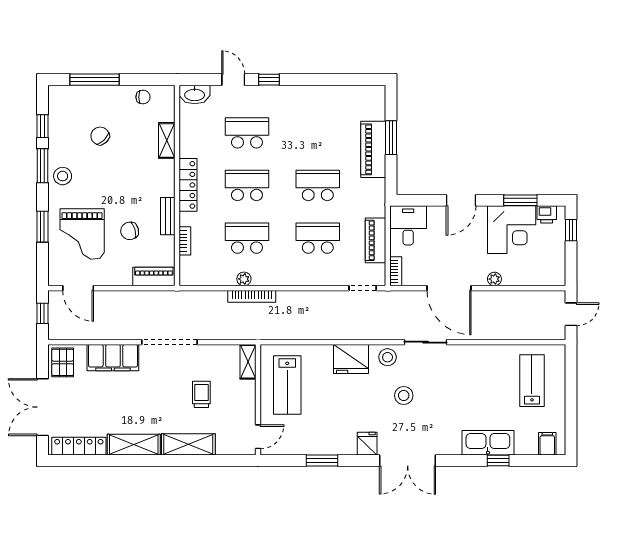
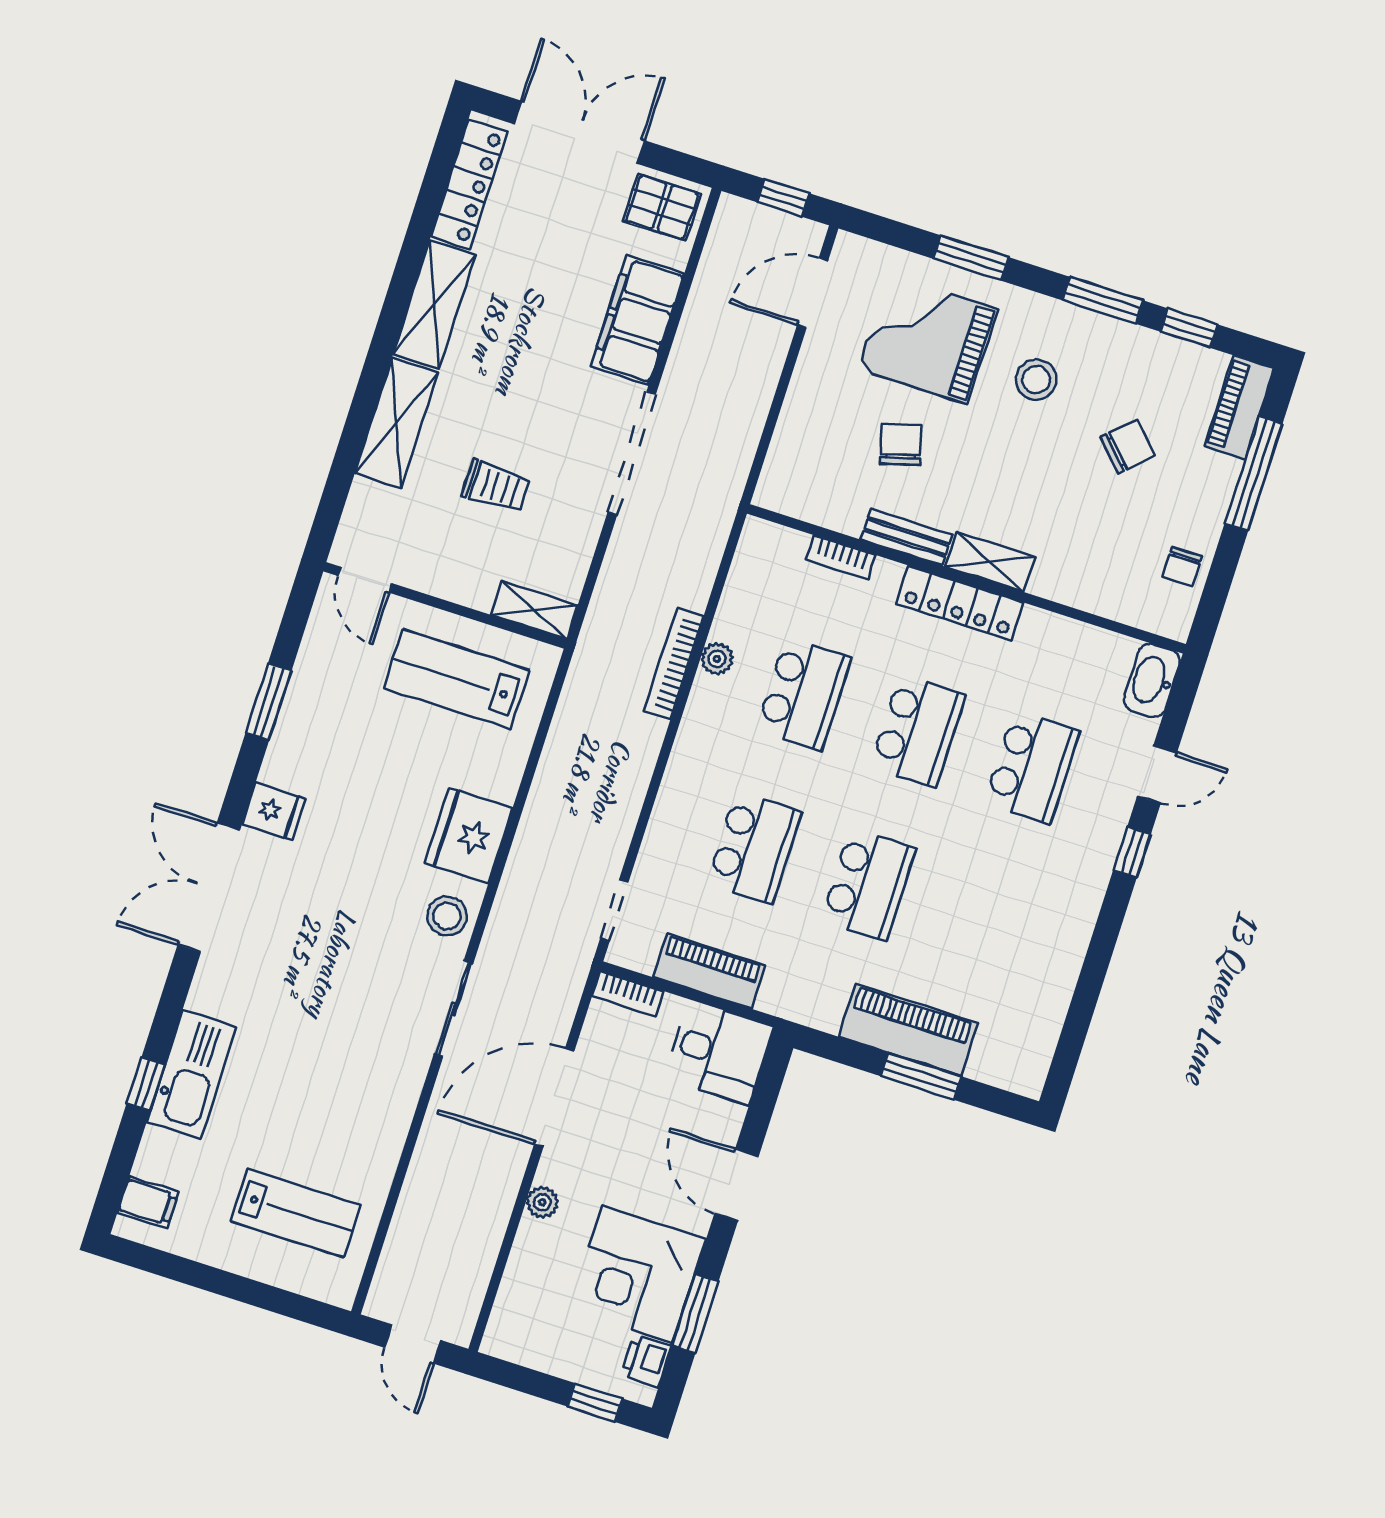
shelving: (167, 140) -> (990, 562), moved
stool: (63, 176) -> (1036, 380), moved
piano: (154, 277) -> (1239, 407), moved, turned 180
stool: (404, 396) -> (353, 924), removed

